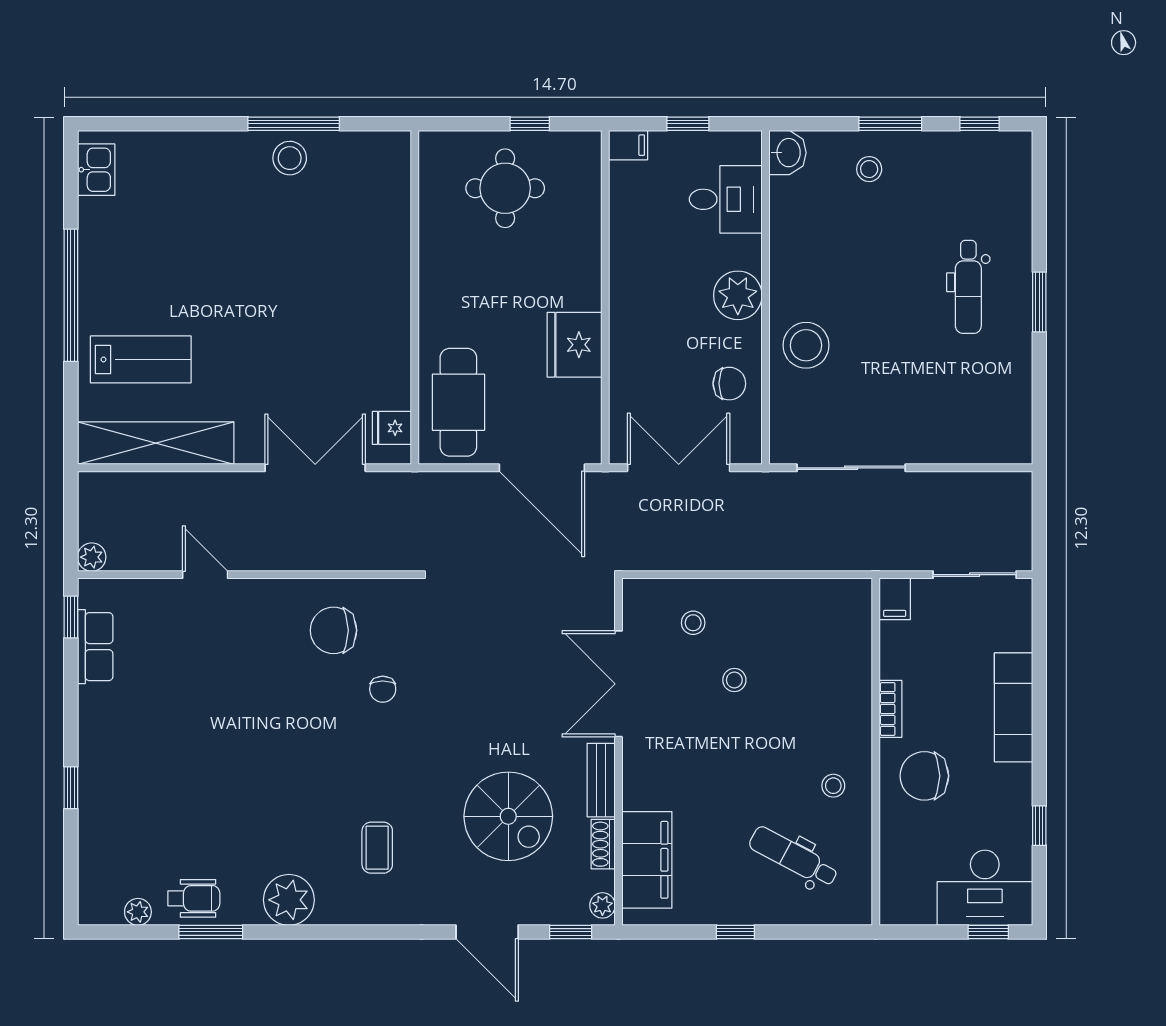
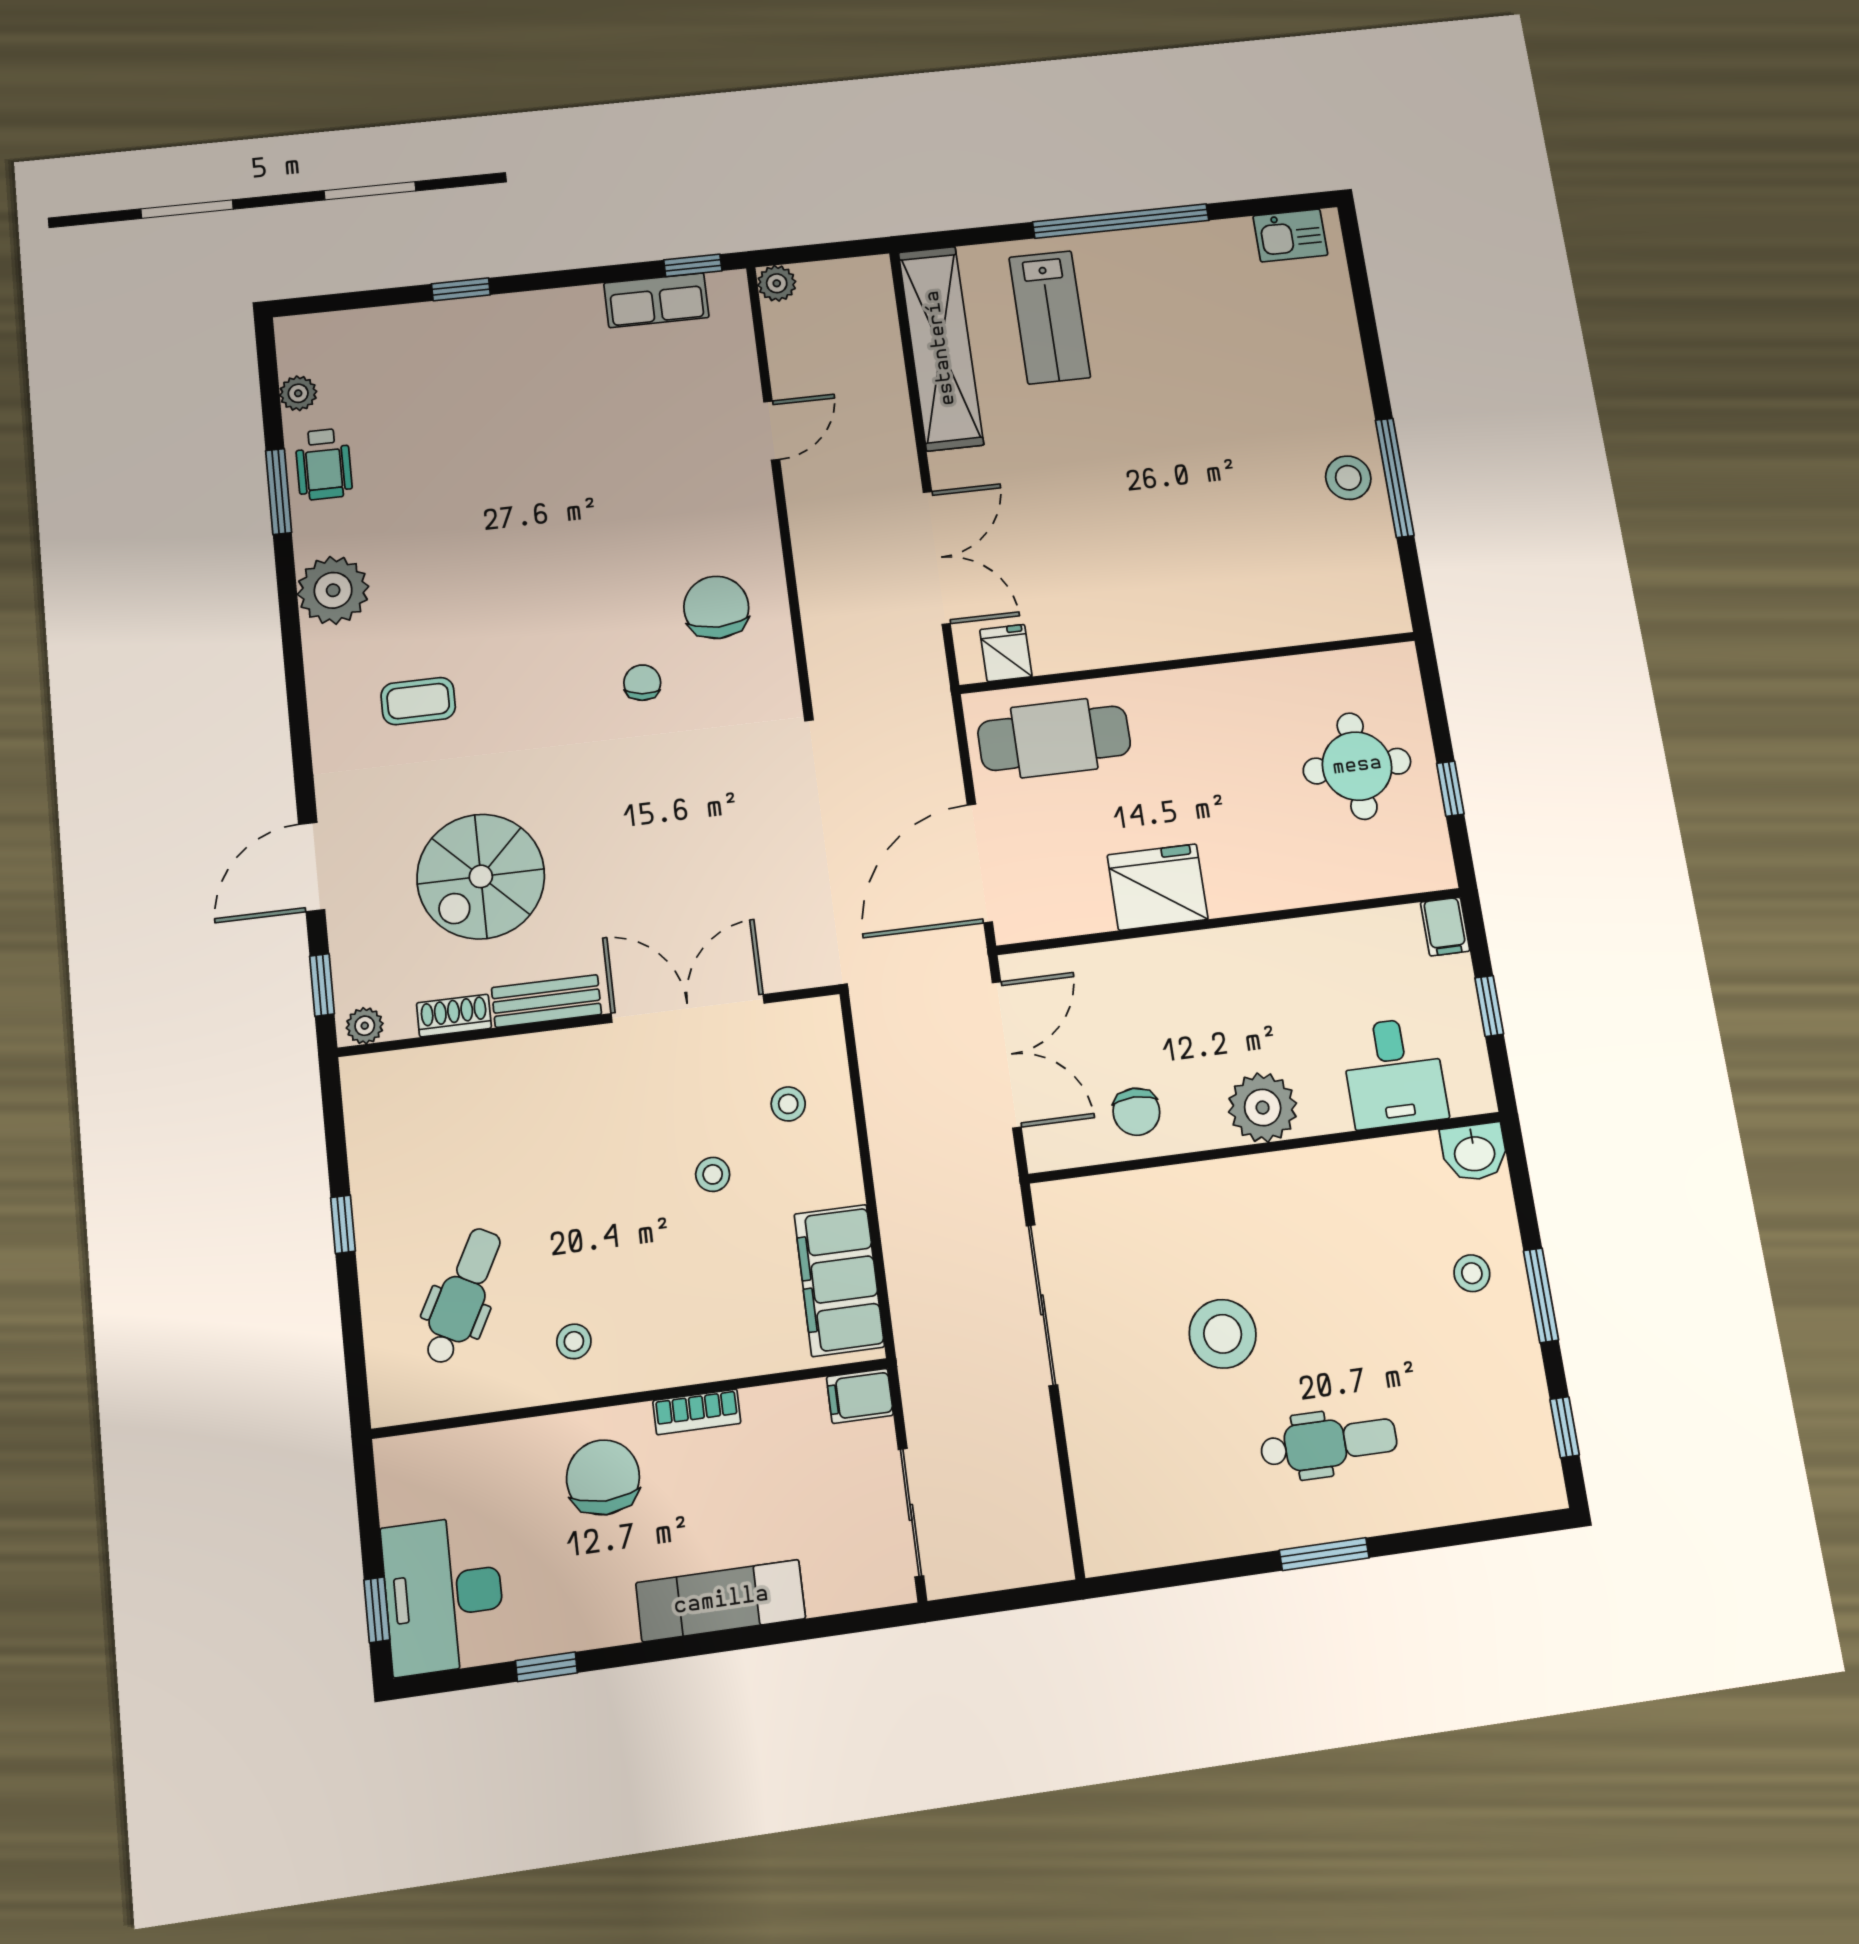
dental chair: (968, 287) -> (1329, 1443), turned 180
stool: (806, 345) -> (1223, 1334), moved
chair: (383, 689) -> (642, 683), turned 97
filing cabinet: (647, 860) -> (839, 1280), moved, turned 90

